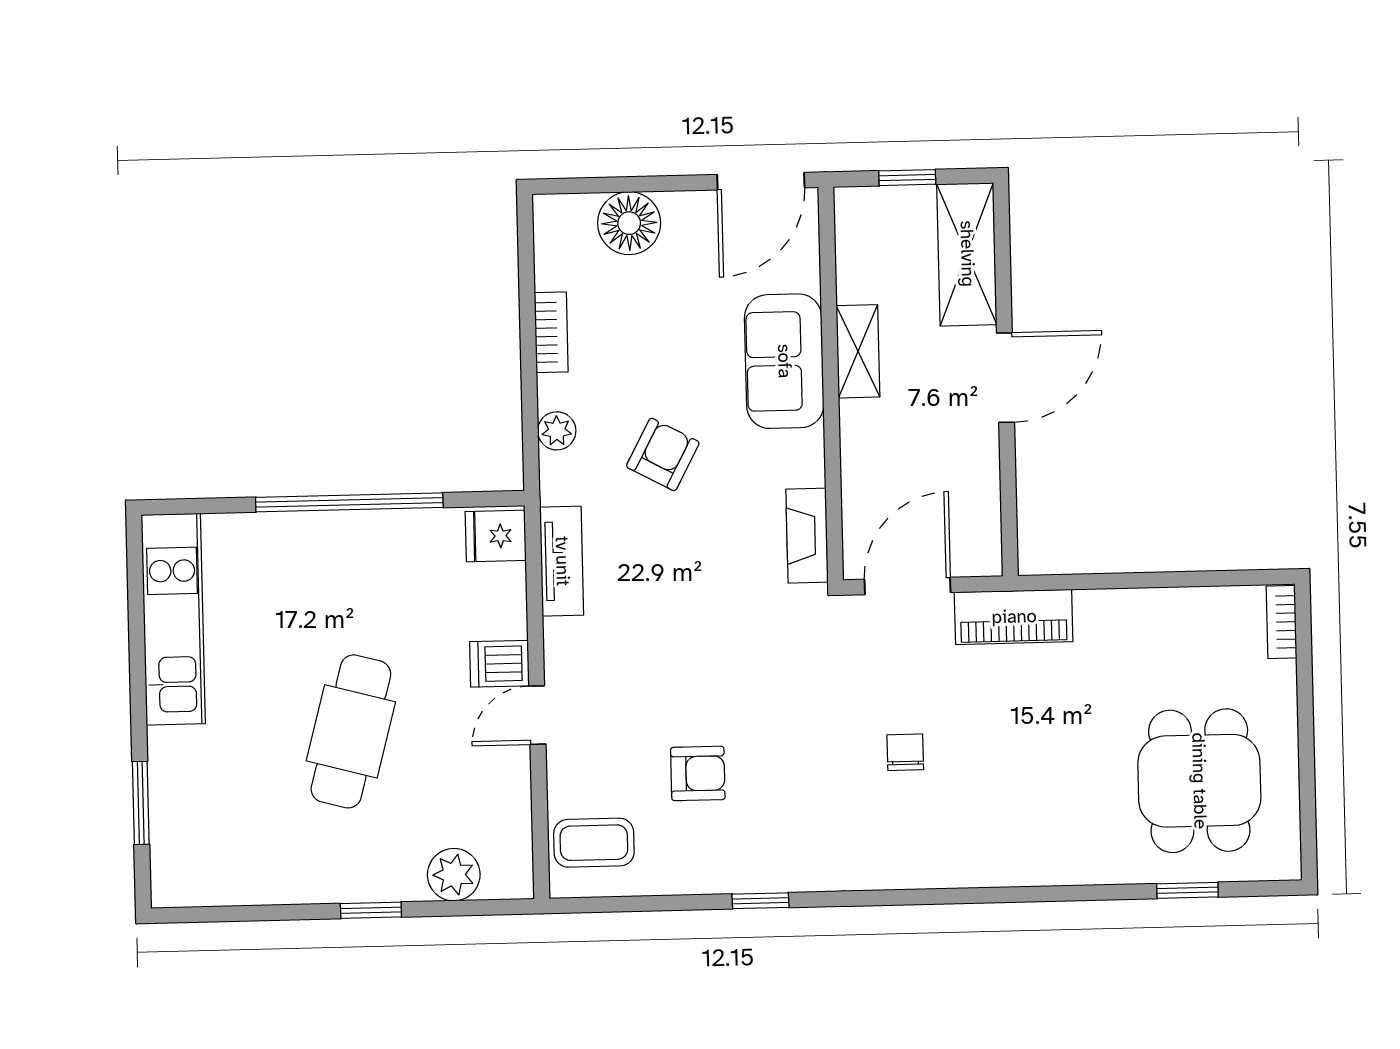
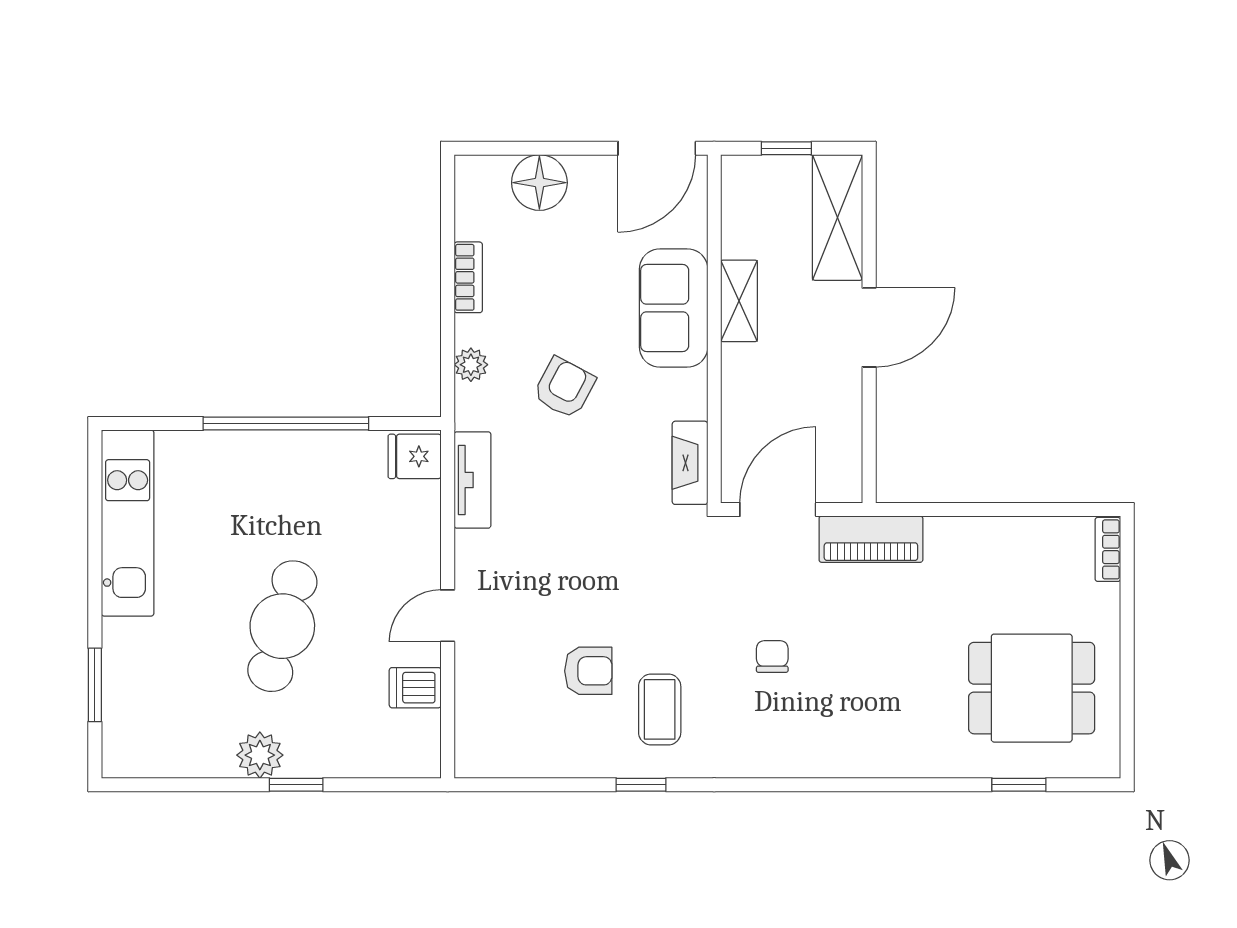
dishwasher: (499, 664) -> (415, 688), moved
dining table: (1199, 781) -> (1032, 688), turned 90
coffee table: (594, 843) -> (660, 709), moved, turned 90
plant: (454, 875) -> (260, 755), moved

